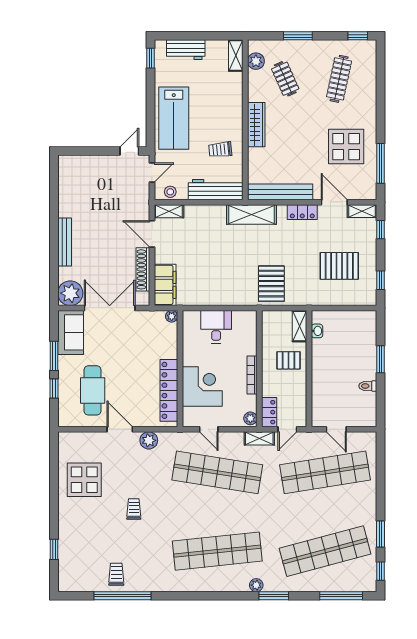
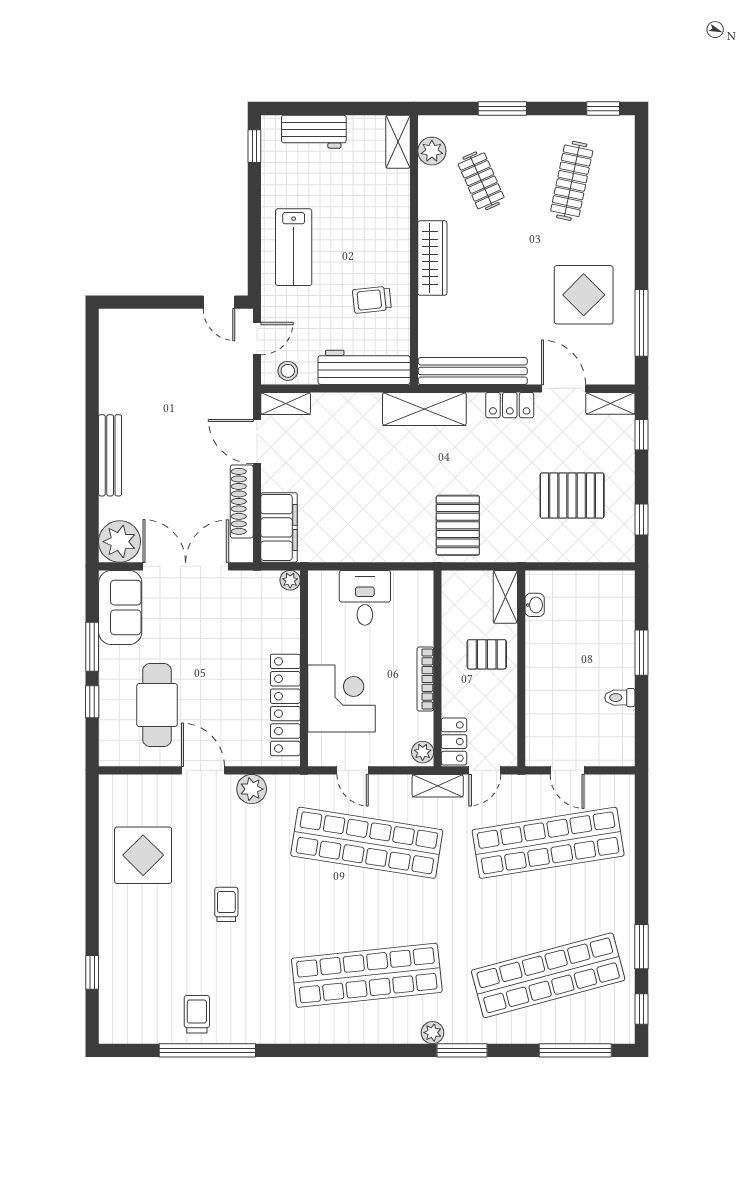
lab bench: (174, 118) -> (294, 247), width x0.73, depth x0.72
door: (129, 151) -> (219, 302), swing flipped

